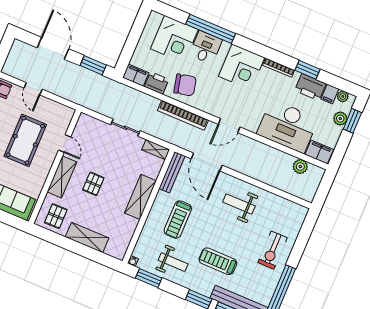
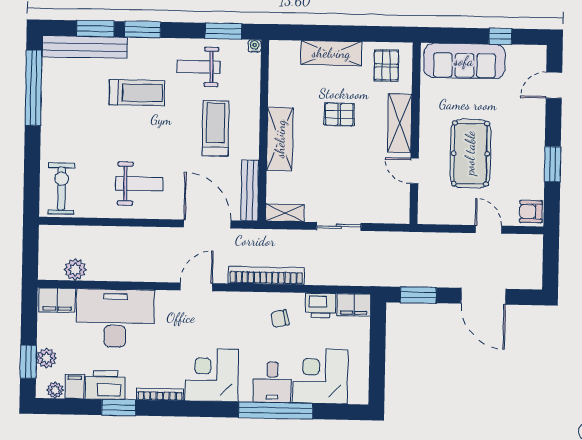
chair: (185, 85) -> (280, 319), width x0.54, depth x0.54
pallet: (93, 184) -> (339, 114), moved, turned 90
exercise bike: (272, 250) -> (61, 188), moved

